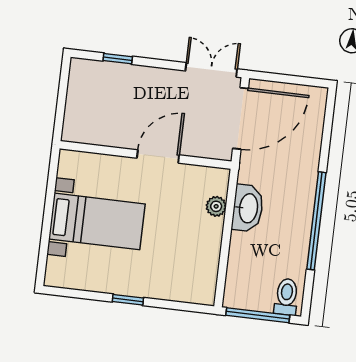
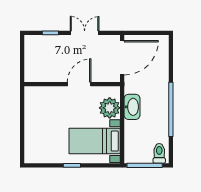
double door: (211, 70) -> (85, 33), moved
plant: (216, 206) -> (110, 108), width x1.88, depth x1.88
bed with nightstands: (97, 221) -> (95, 141), moved, turned 180

